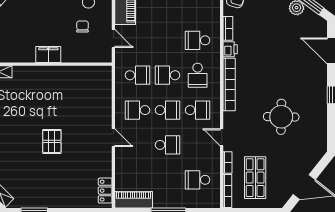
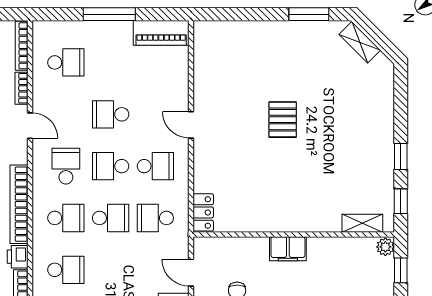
school desk: (198, 75) -> (66, 218), turned 90
school desk: (198, 110) -> (66, 166), turned 90
locker: (105, 191) -> (203, 212), moved

